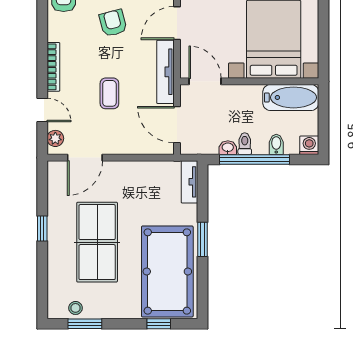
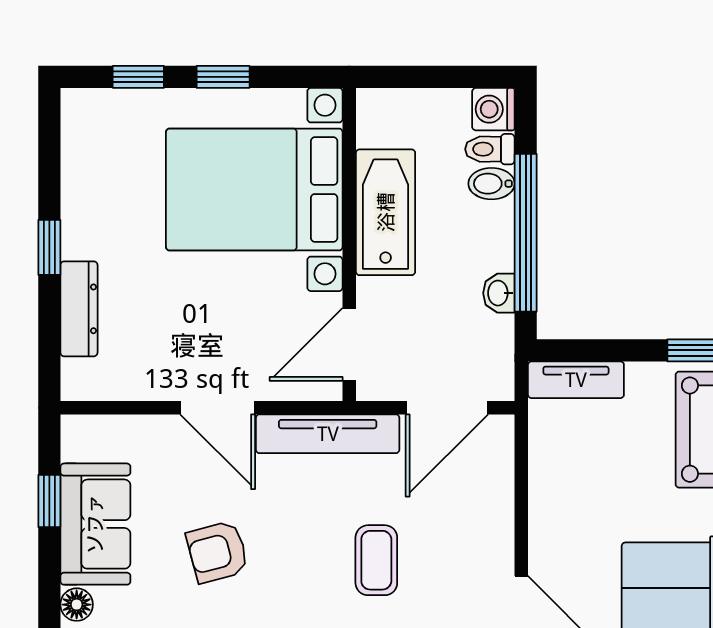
window: (324, 26) -> (223, 77), added
coffee table: (109, 93) -> (376, 560), turned 90
bathtub: (291, 97) -> (386, 212), moved
toilet: (245, 144) -> (490, 149), moved

